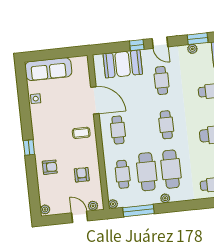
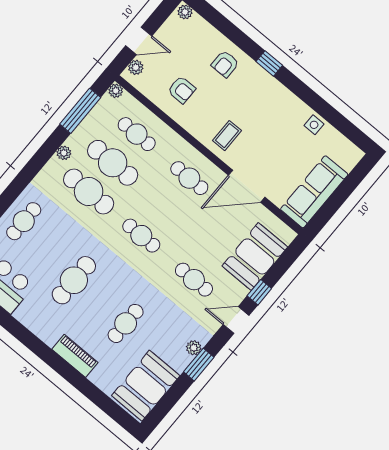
sofa: (48, 69) -> (314, 192), moved

